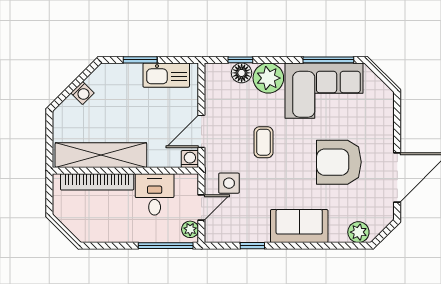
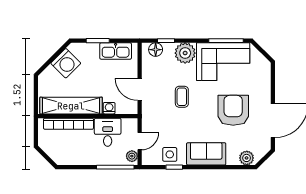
floor lamp: (242, 73) -> (156, 50), moved
washing machine: (83, 93) -> (66, 63), width x1.89, depth x1.89
door: (201, 131) -> (140, 89), hinge flipped
washing machine: (190, 159) -> (109, 108), moved
armchair: (339, 162) -> (233, 110), turned 90
side table: (229, 183) -> (170, 154), moved

